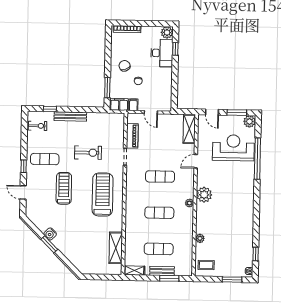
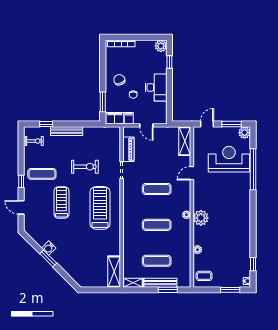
desk: (162, 53) -> (156, 87), moved
door: (212, 112) -> (207, 124), swing flipped
plant: (204, 195) -> (201, 218), moved
shelving: (116, 248) -> (114, 272), moved
bench: (162, 271) -> (160, 283), width x1.36

